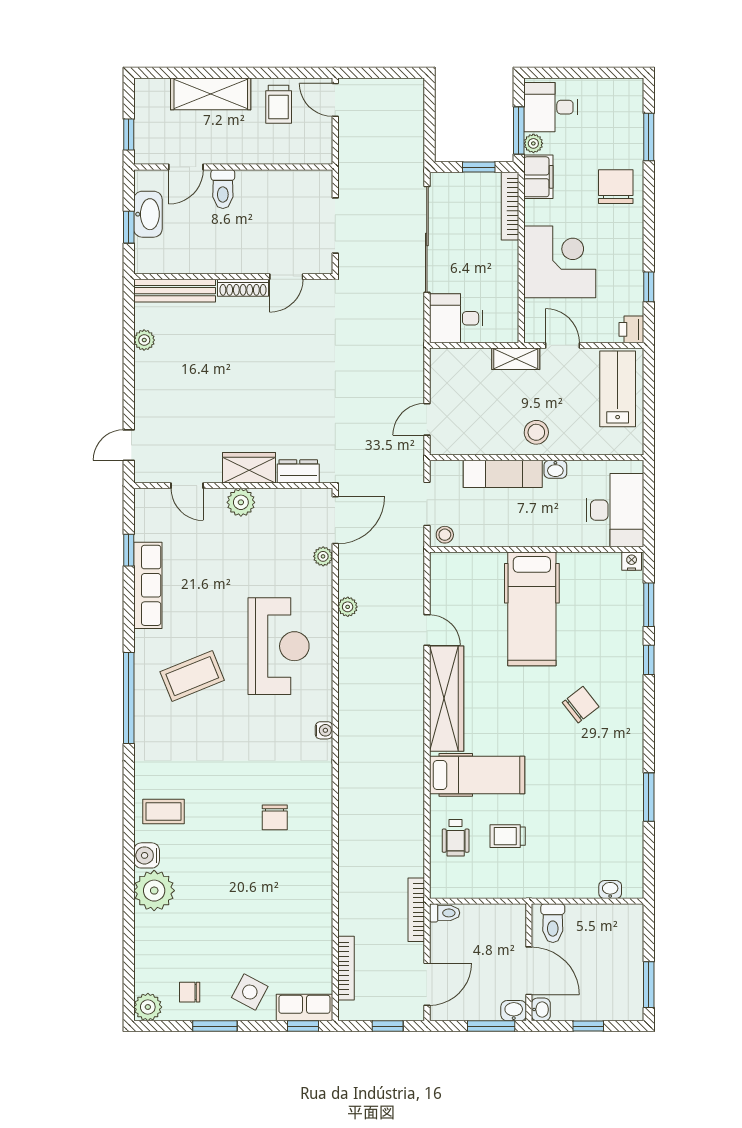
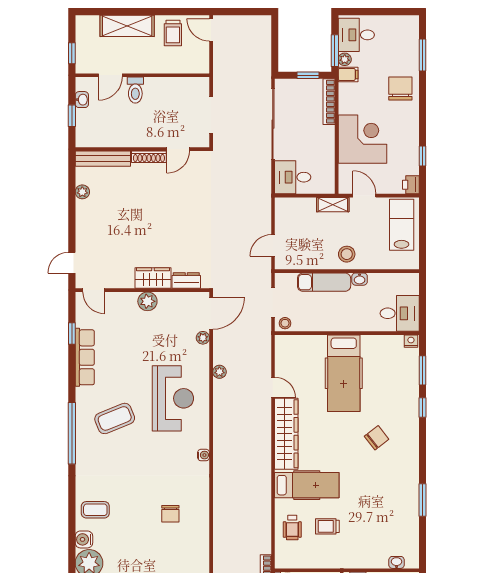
filing cabinet: (538, 177) -> (348, 74), width x0.50
washbasin: (148, 214) -> (82, 100), width x0.52, depth x0.69
door: (187, 486) -> (94, 290), moved
desk: (615, 510) -> (400, 313), width x0.73

